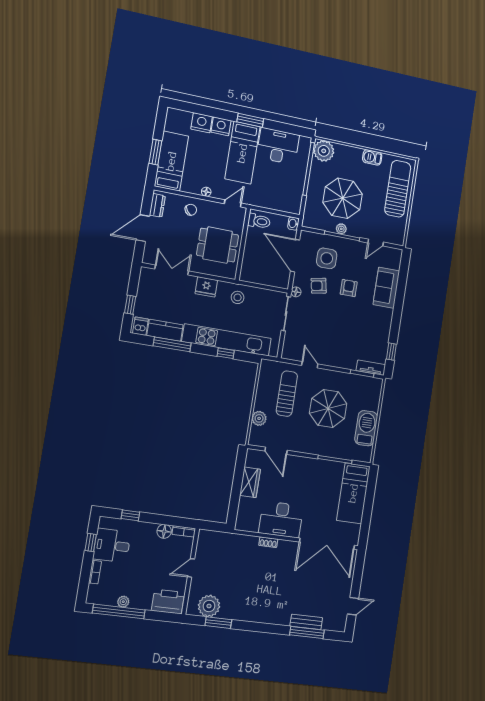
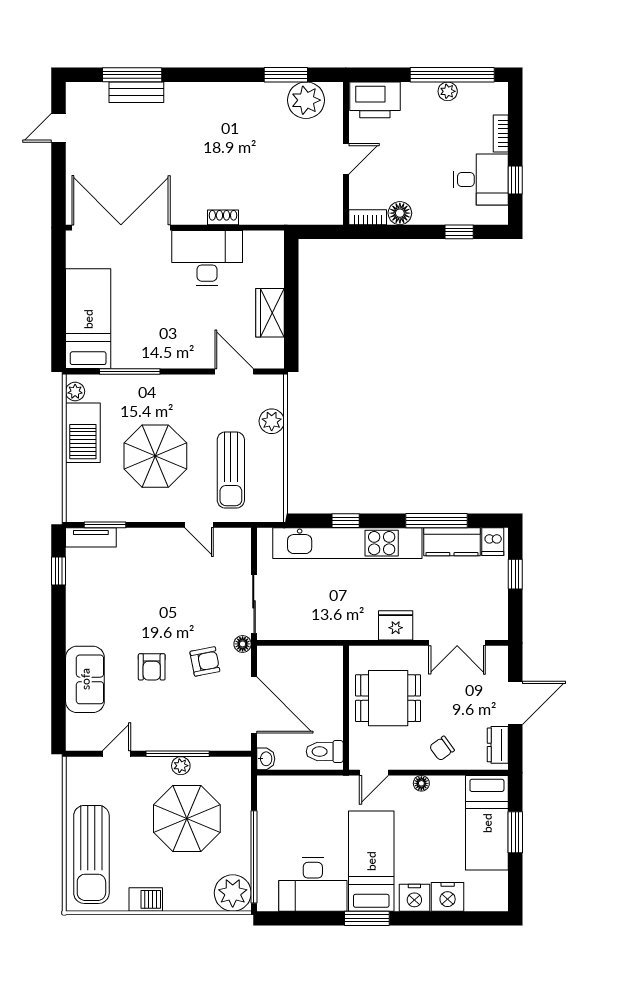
side table: (327, 258) -> (198, 711), removed
stool: (238, 297) -> (340, 617), removed
plant: (367, 452) -> (75, 391), added

